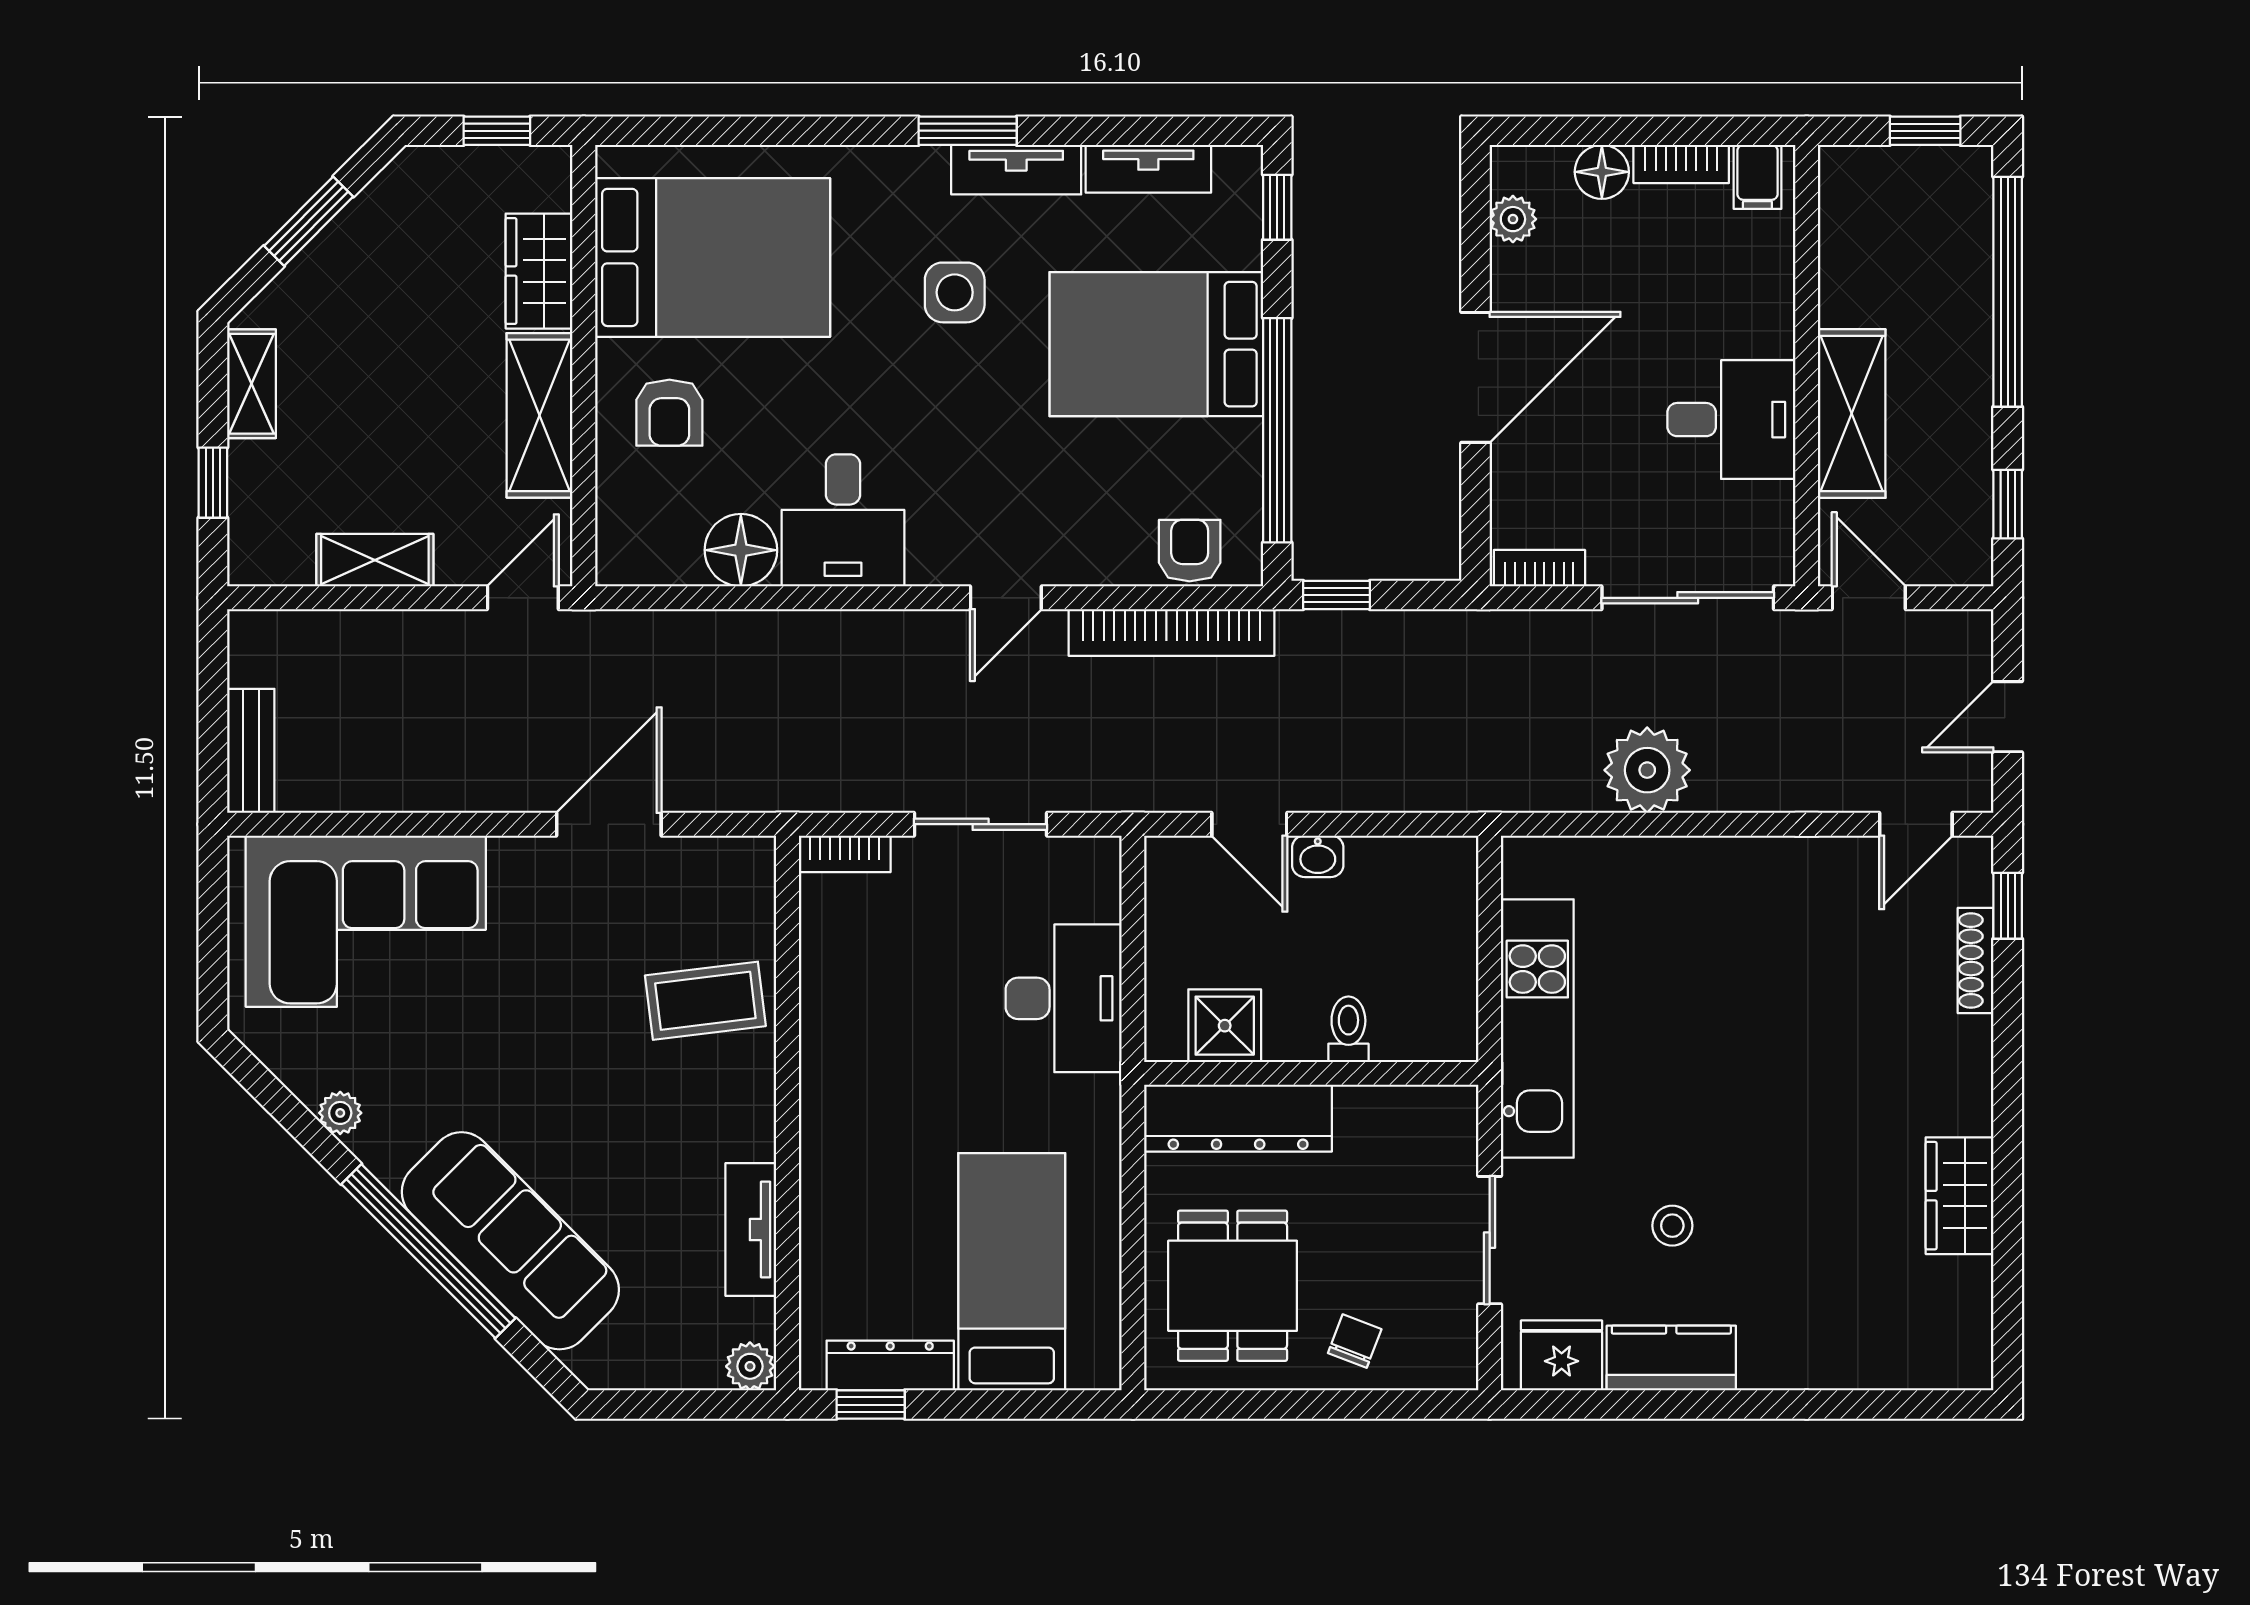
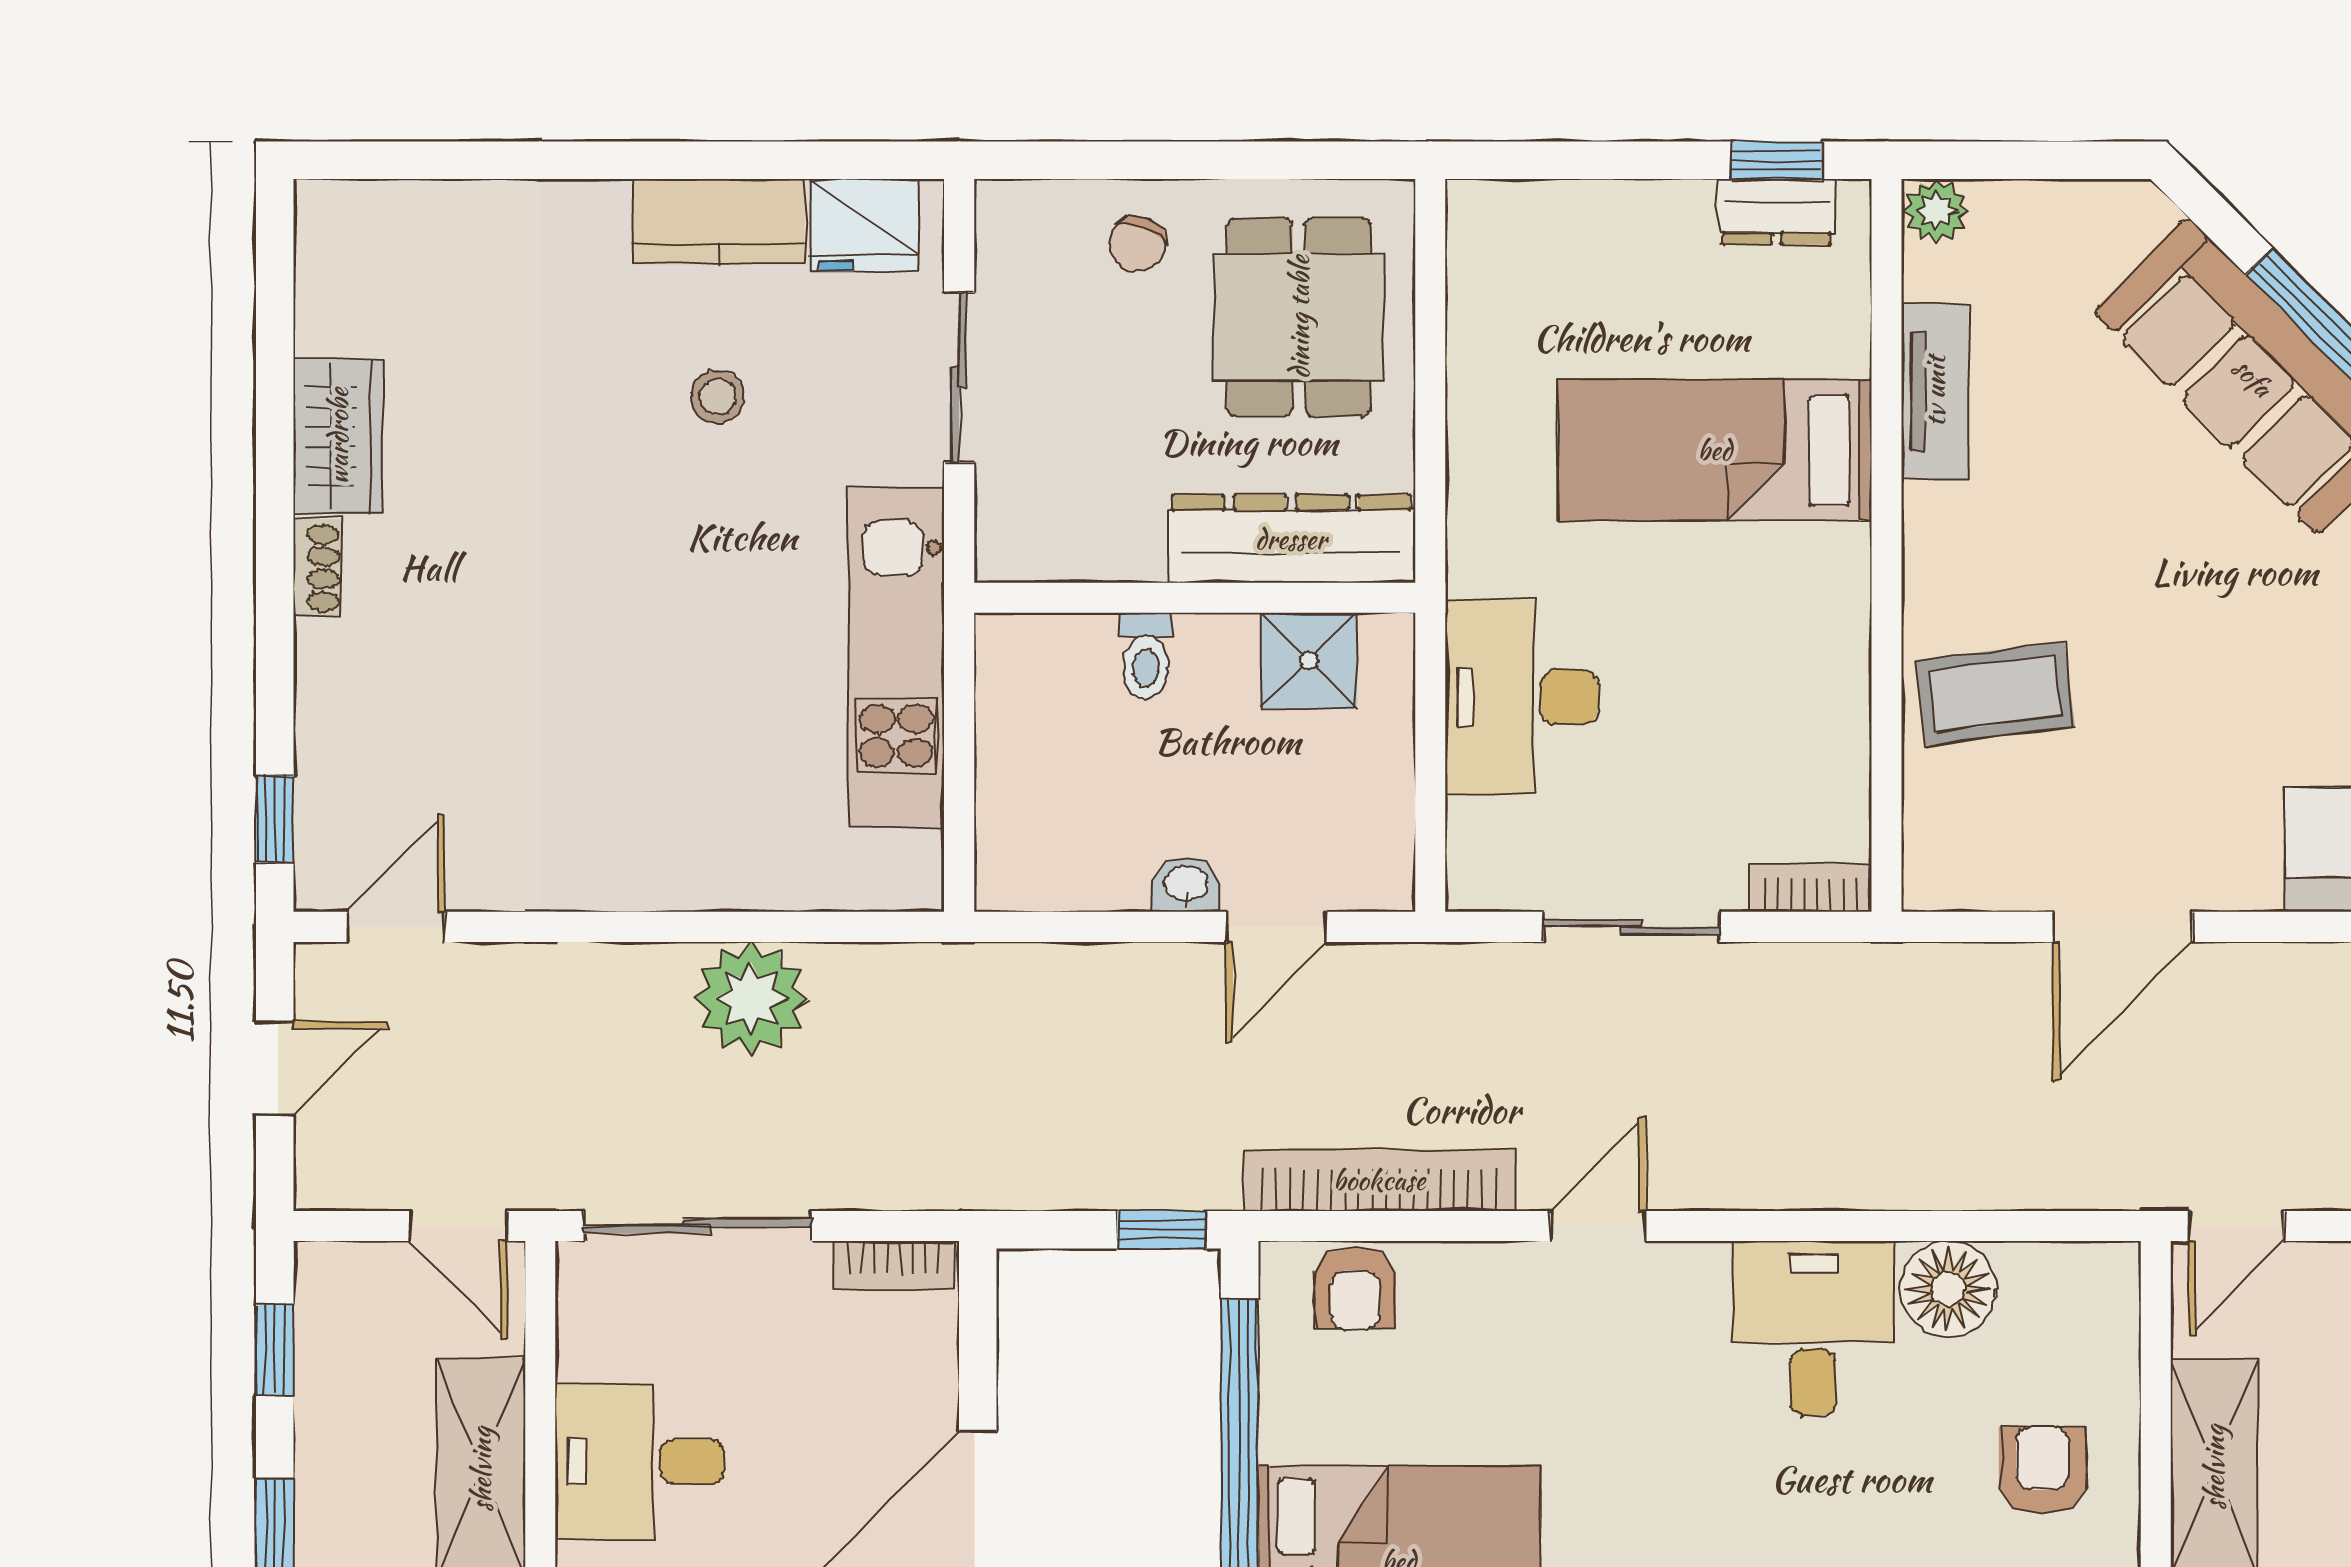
door: (1249, 824) -> (1276, 927), swing flipped
shoe rack: (1976, 960) -> (317, 568), moved, width x0.70
bed: (1012, 1272) -> (1715, 450), moved, turned 90
dresser: (890, 1365) -> (1777, 212), width x0.70

